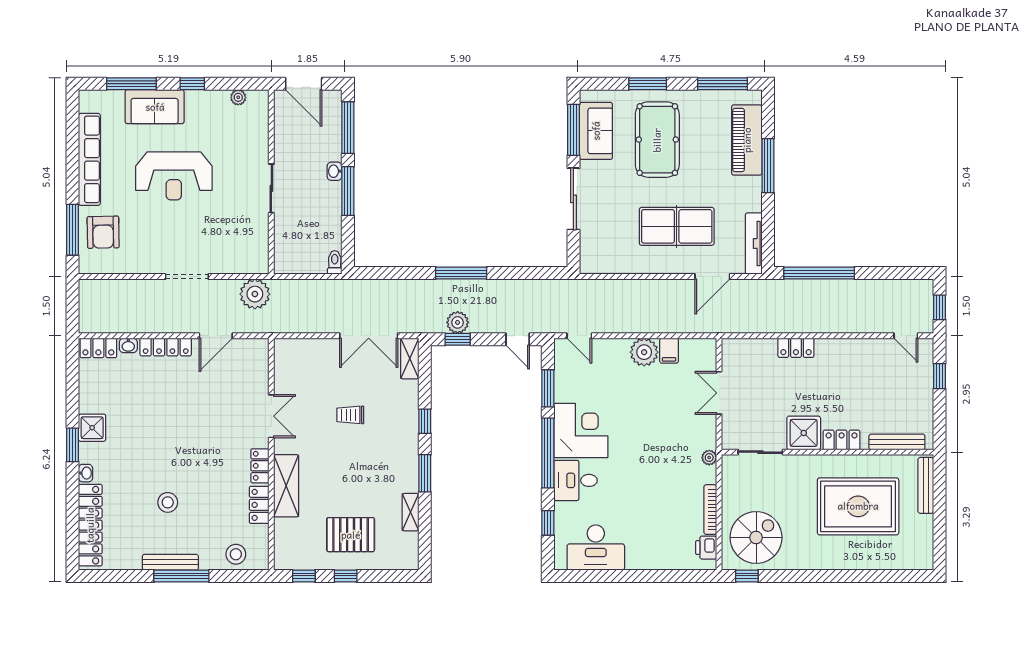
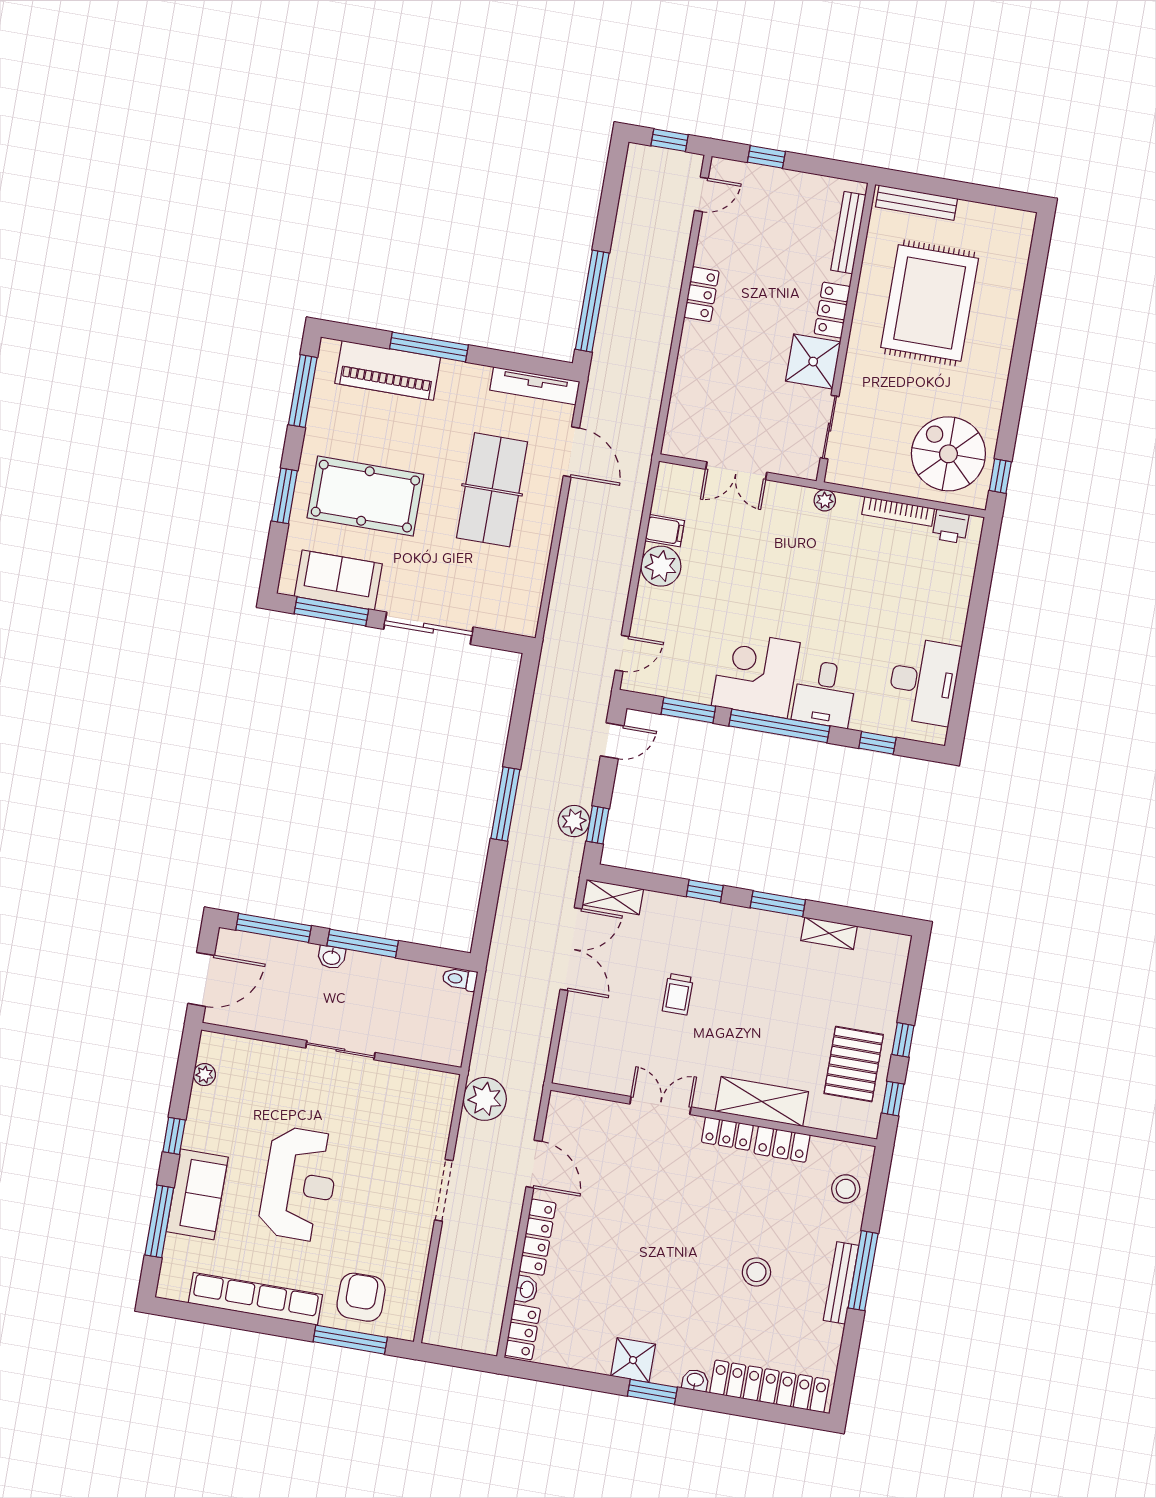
armchair: (103, 232) -> (361, 1297), turned -89
locker: (796, 348) -> (701, 294), moved
pallet: (351, 535) -> (854, 1064), moved

